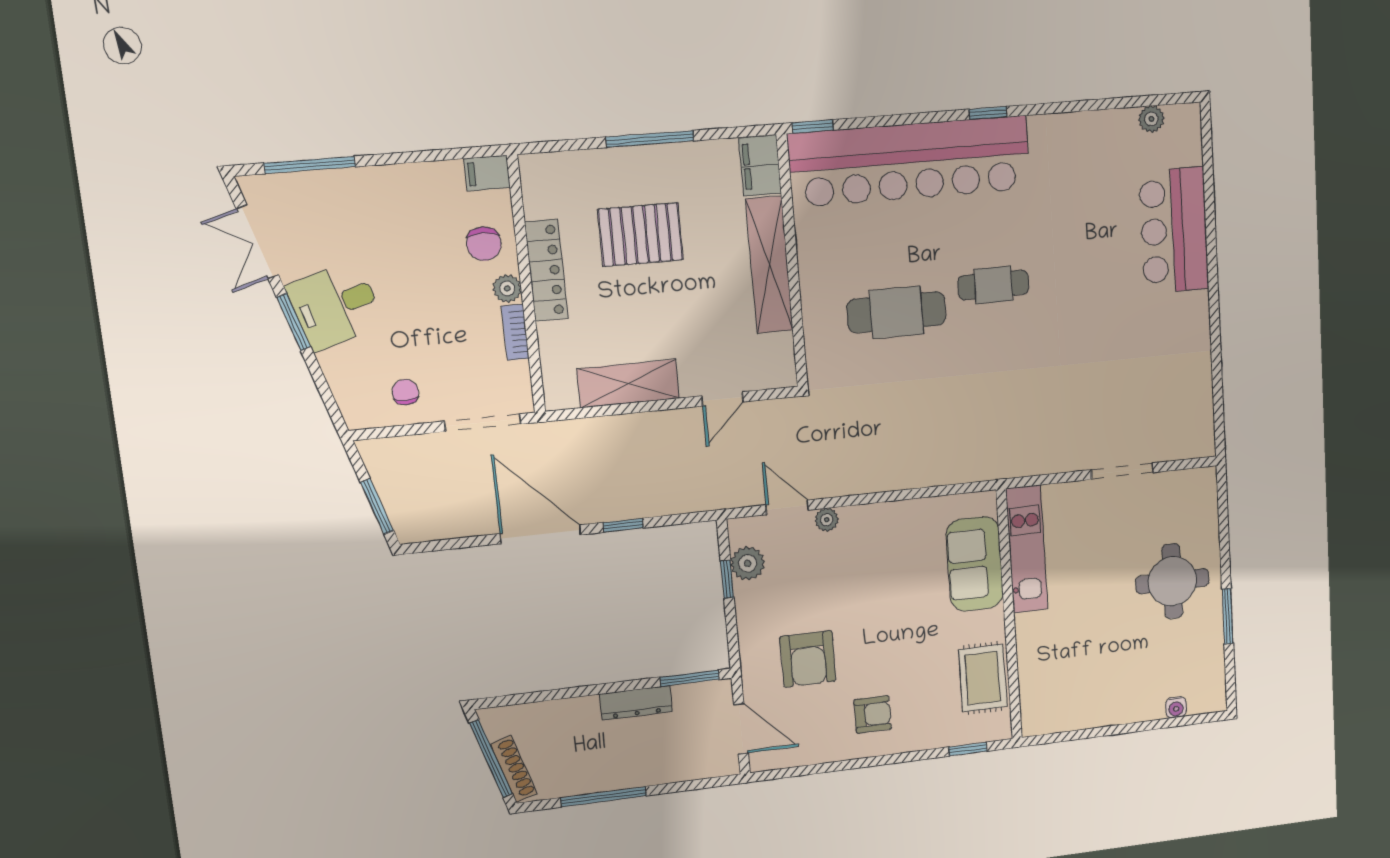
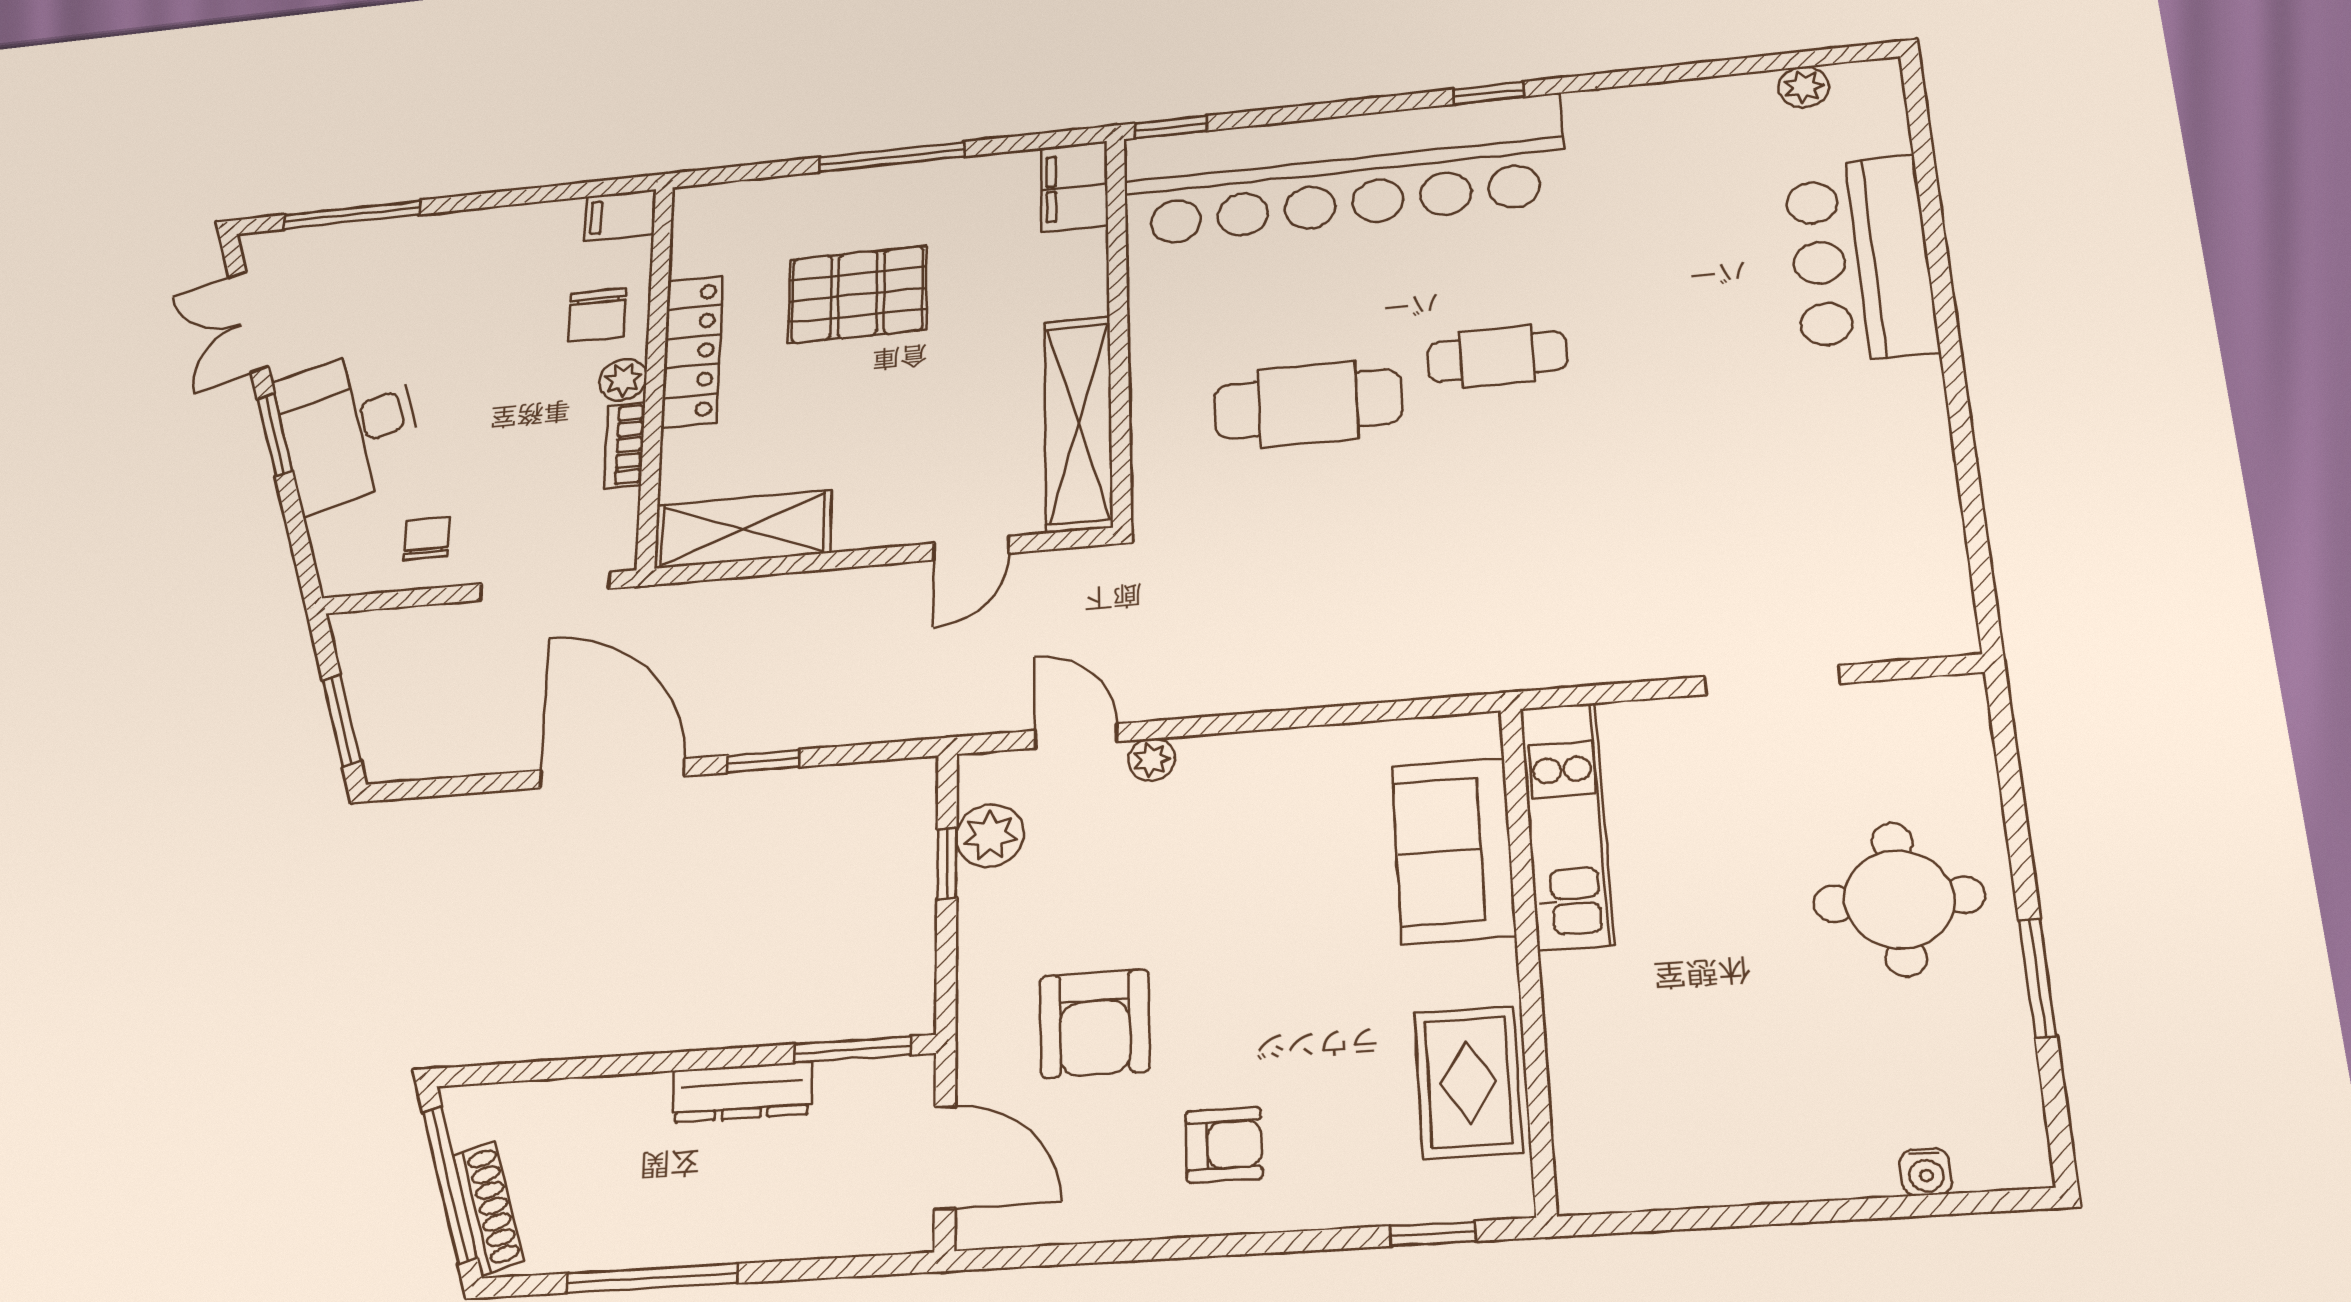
shelving: (769, 265) -> (1078, 424), moved
desk: (335, 305) -> (349, 428), width x1.37
shelving: (628, 384) -> (743, 529), moved

